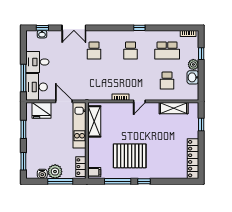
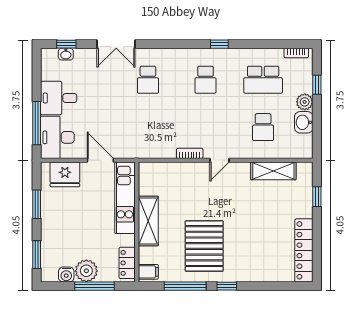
shelving: (94, 121) -> (148, 221), moved
pallet: (130, 156) -> (204, 246), turned 90

